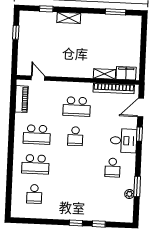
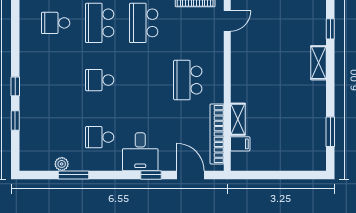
filing cabinet: (126, 73) -> (240, 144), width x0.50
school desk: (75, 136) -> (100, 80), moved

